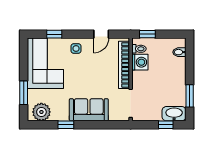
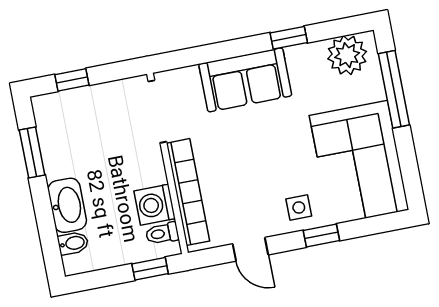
window: (54, 34) -> (321, 235), moved
door: (101, 34) -> (250, 249), swing flipped
window: (24, 93) -> (394, 89), width x1.44
washbasin: (174, 114) -> (67, 205), moved, turned -90

